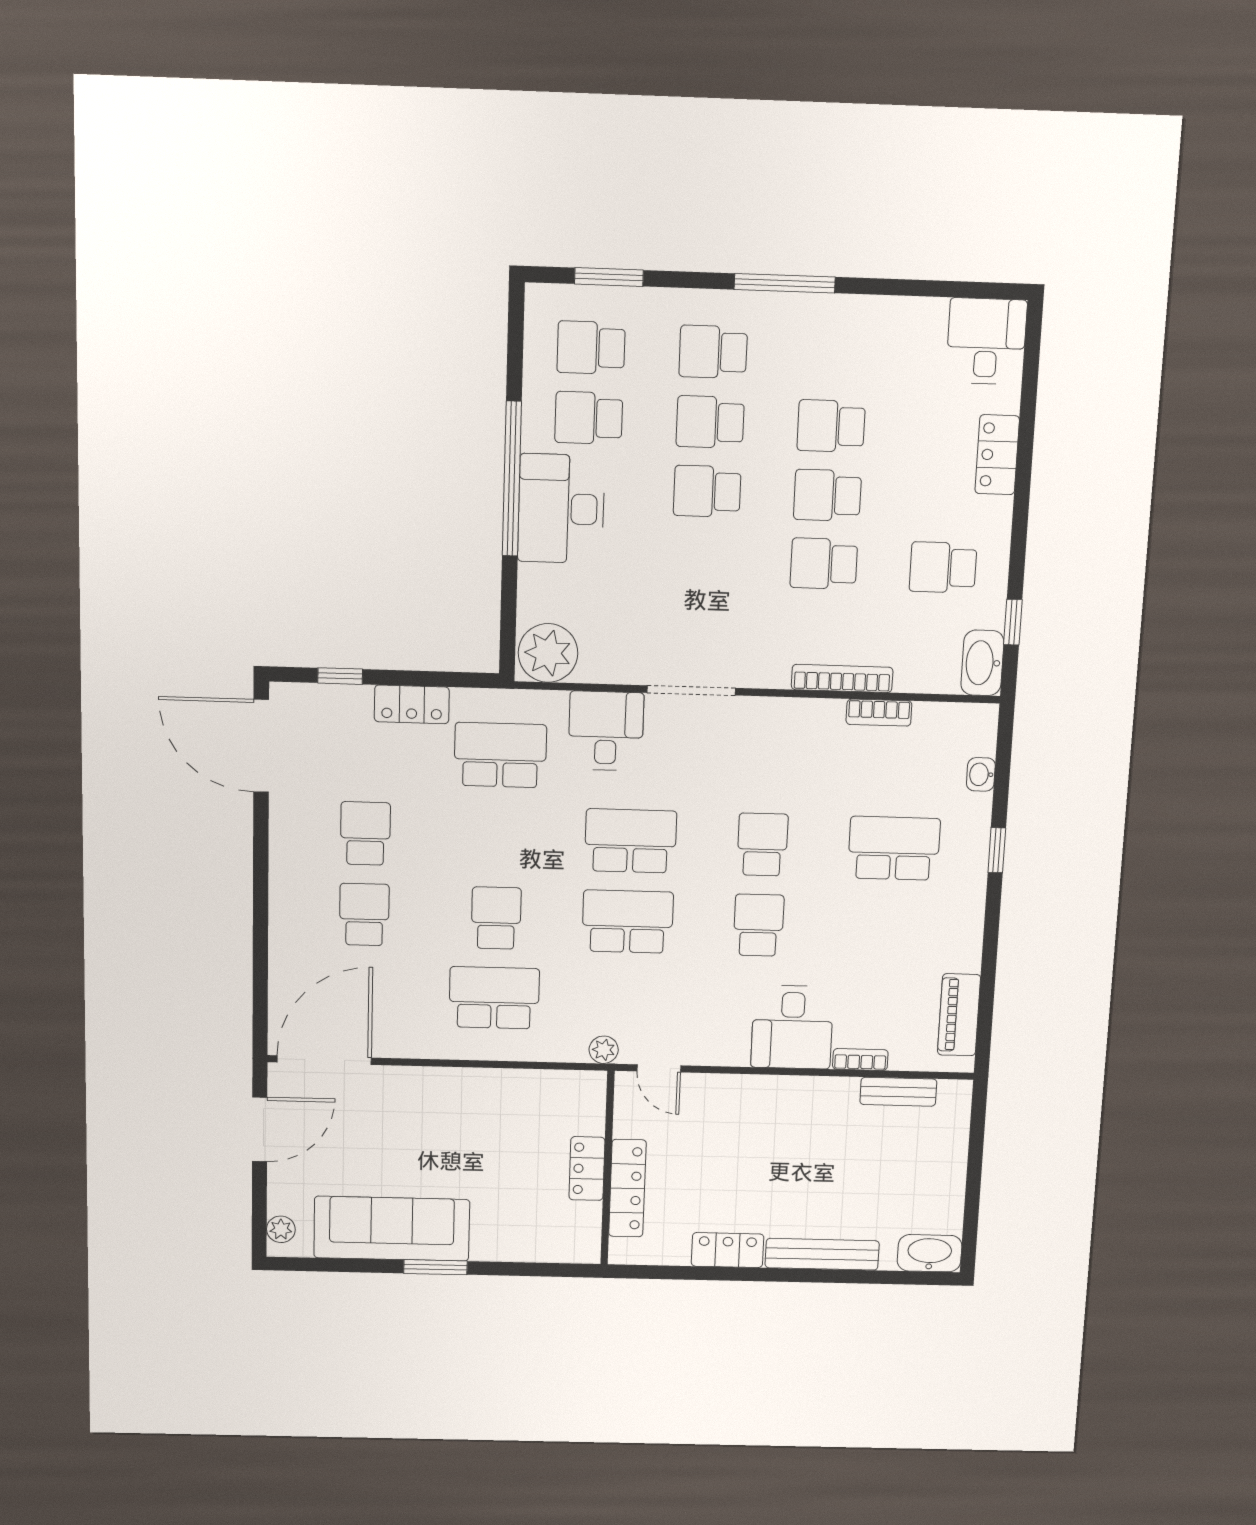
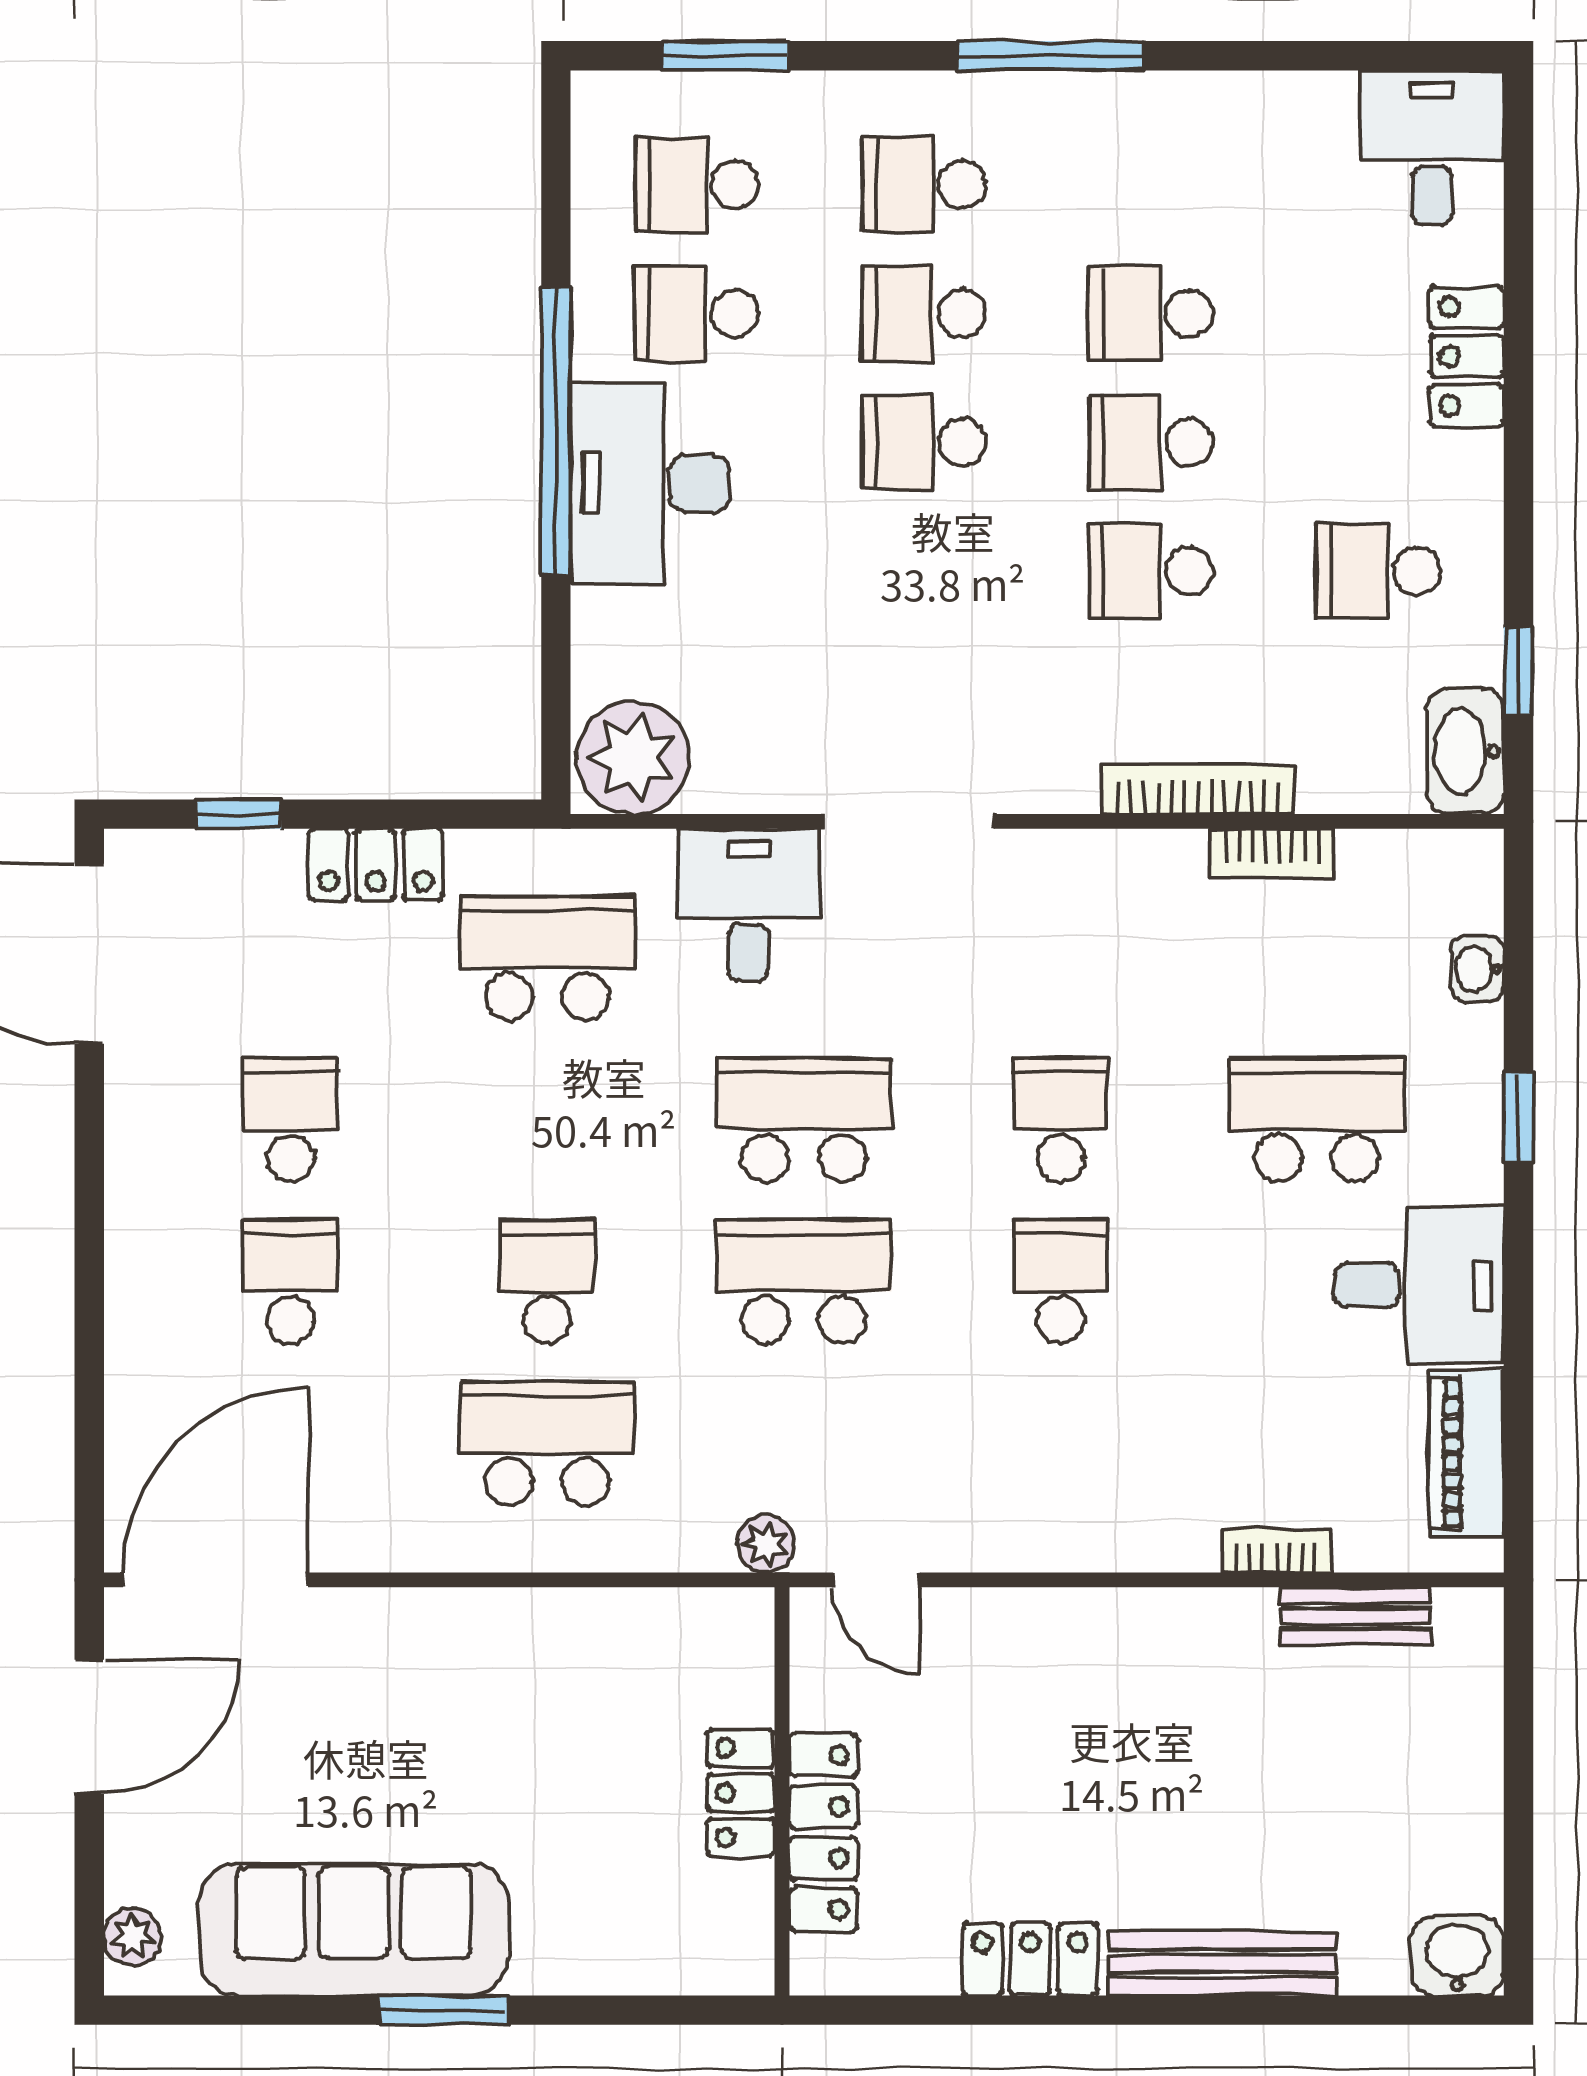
desk: (792, 1027) -> (1419, 1285), moved, turned -90
washbasin: (930, 1253) -> (1457, 1956), width x0.72

